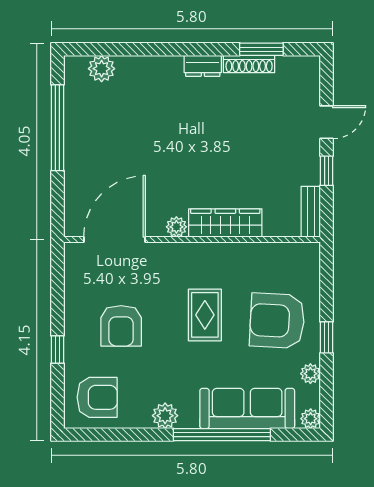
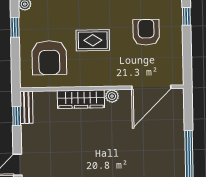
window: (327, 171) -> (17, 116), moved
rug: (205, 315) -> (93, 40), turned 90
armchair: (277, 321) -> (49, 58), moved, turned 87

